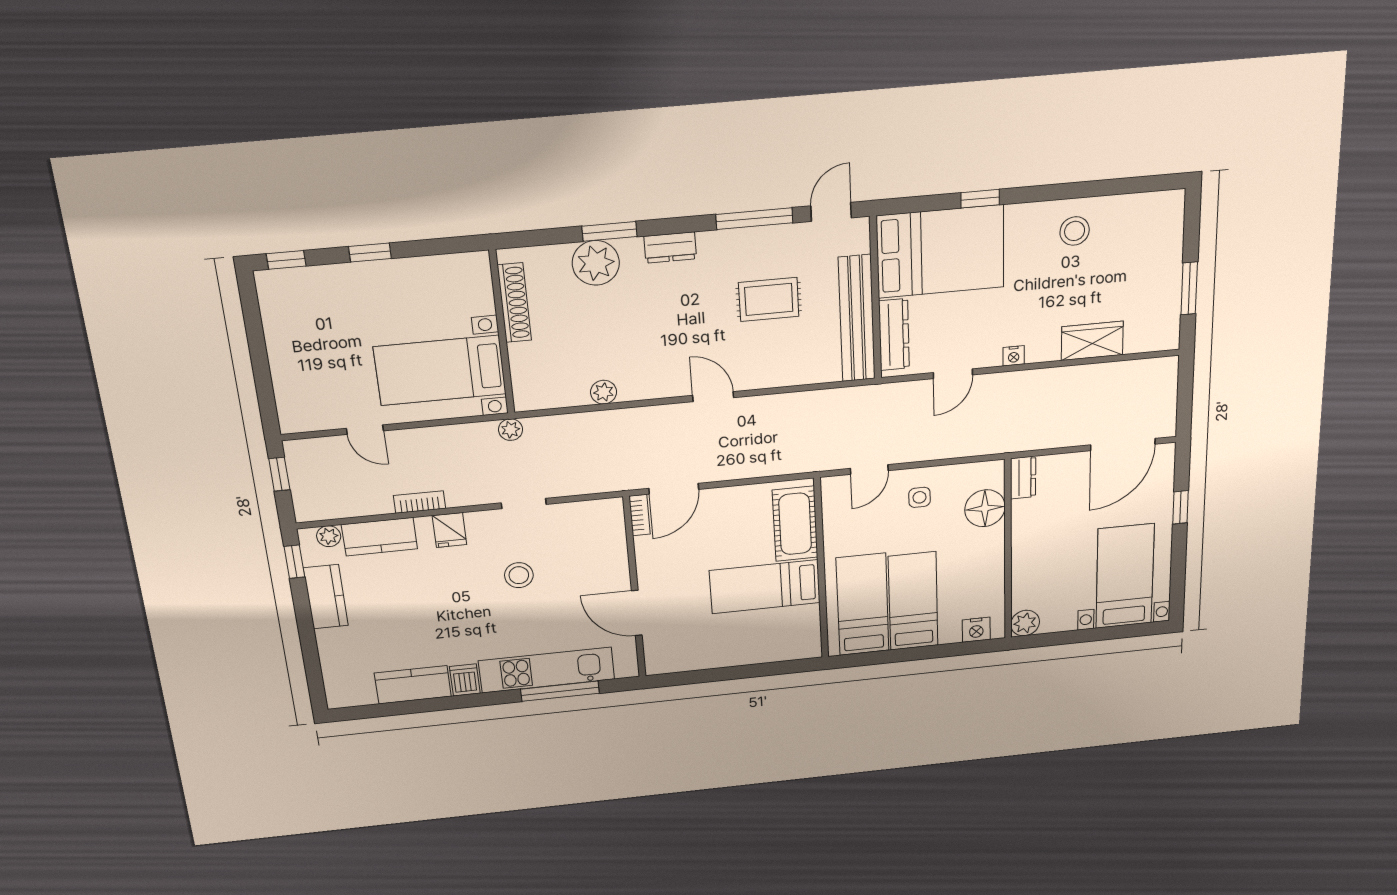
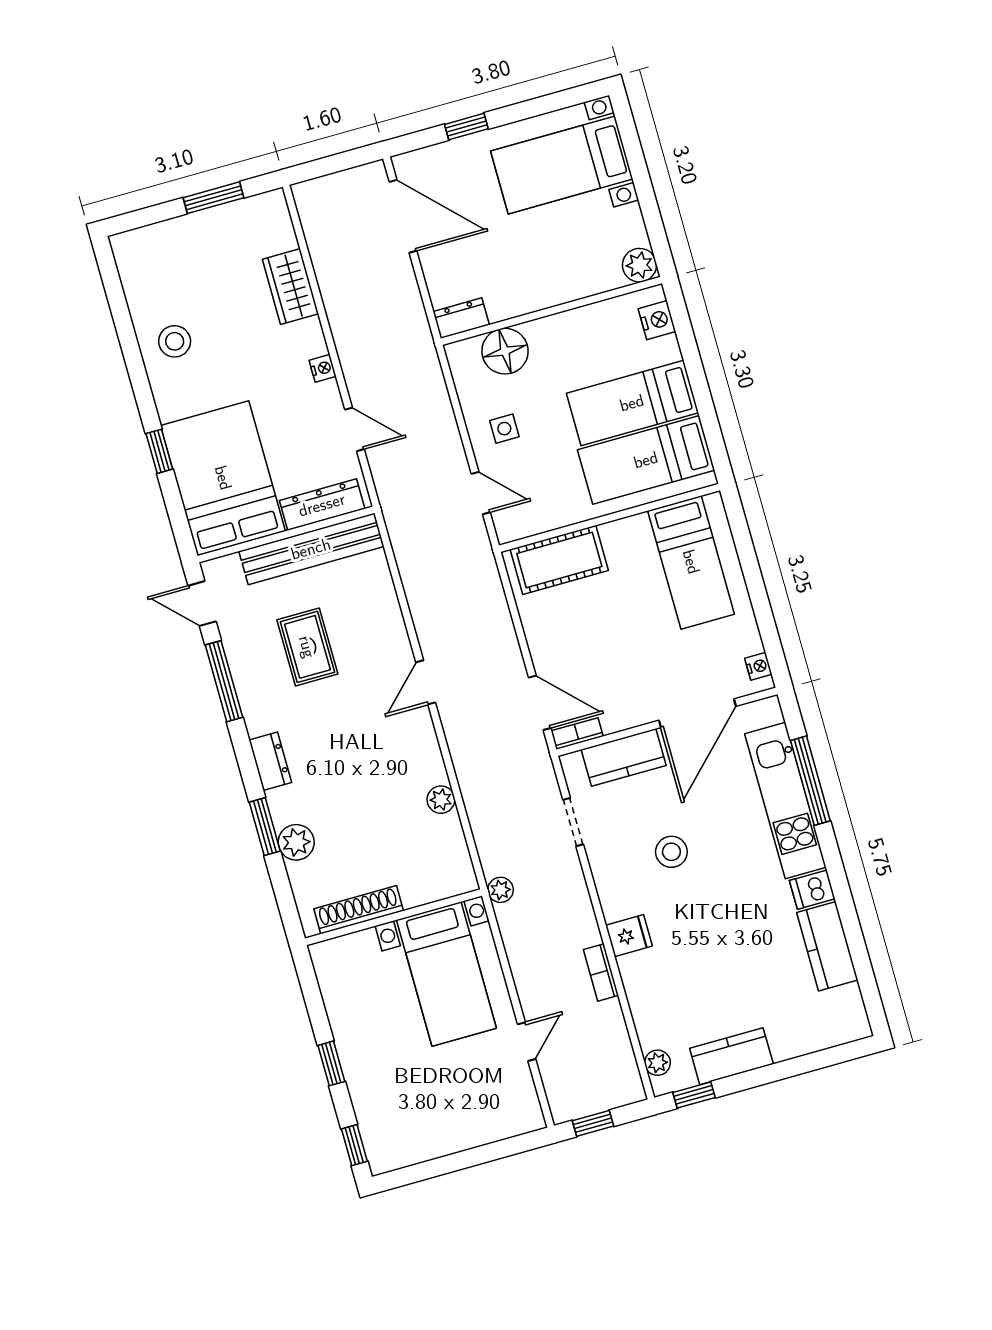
plant: (596, 263) -> (296, 842), width x0.73, depth x0.73
doorway: (524, 504) -> (573, 822), moved
kitchen counter: (379, 537) -> (624, 757), moved, turned 90
bed: (765, 587) -> (691, 562), moved
door: (637, 613) -> (697, 713), width x1.36
nightstand: (667, 665) -> (758, 666), added

